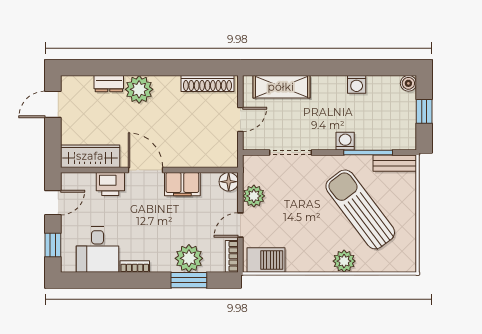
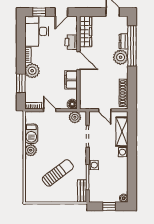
window: (117, 68) -> (132, 46), added
washing machine: (357, 84) -> (123, 152), moved
door: (145, 170) -> (78, 61), hinge flipped
plant: (254, 196) -> (75, 117), moved
door: (53, 203) -> (61, 12), hinge flipped
sun lounger: (360, 209) -> (58, 173), width x0.73, depth x0.75
desk: (97, 250) -> (37, 31), width x1.37
plant: (189, 258) -> (32, 71), moved
barbecue: (266, 260) -> (31, 134), moved
plant: (344, 261) -> (31, 150), moved

